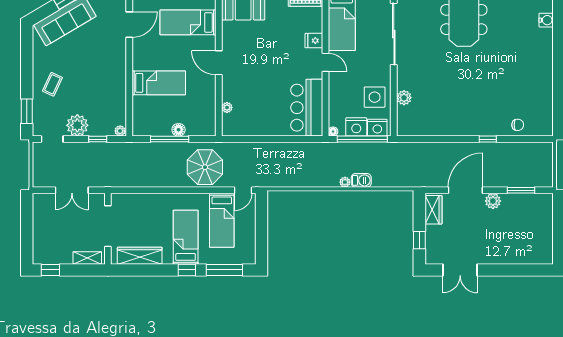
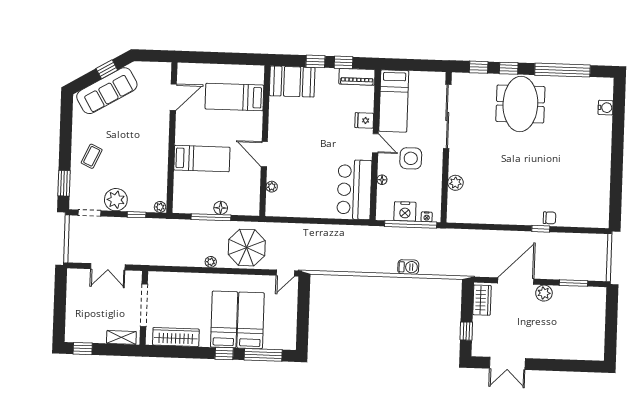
door: (219, 63) -> (264, 154), moved
side table: (375, 97) -> (411, 158), moved
chair: (518, 125) -> (550, 218), moved
nightstand: (377, 128) -> (427, 217), width x0.53, depth x0.56
floor lamp: (333, 132) -> (382, 180), moved
plant: (345, 182) -> (211, 262), moved
bed: (222, 220) -> (251, 320), moved, turned 180

